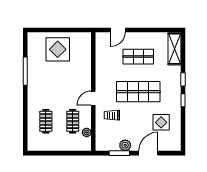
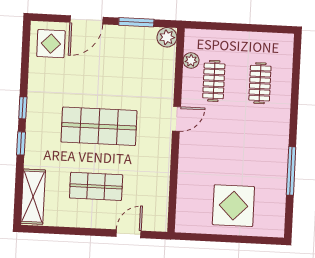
trolley: (112, 115) -> (146, 88), removed
display table: (161, 122) -> (51, 44), moved
plant: (125, 145) -> (167, 37), moved

